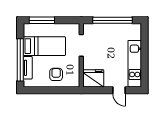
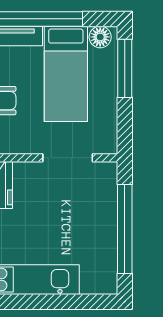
floor lamp: (28, 31) -> (100, 37), added

